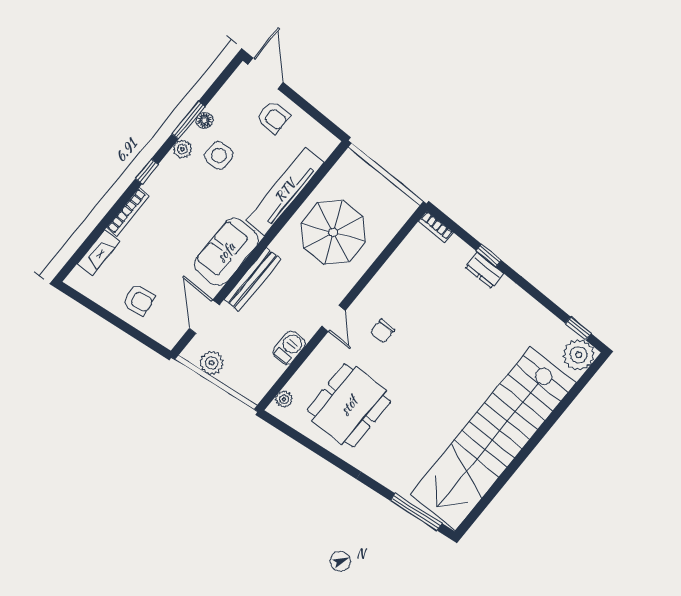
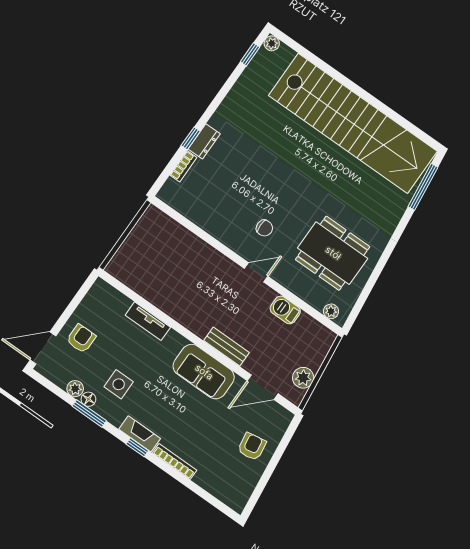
plant: (182, 149) -> (75, 389), moved
tv unit: (285, 191) -> (148, 321), width x0.52, depth x0.78
bookcase: (436, 227) -> (183, 166), moved
parasol: (333, 232) -> (180, 278), removed
fireplace: (98, 253) -> (140, 434), moved
bench: (253, 279) -> (226, 347), width x0.73
plant: (579, 355) -> (272, 43), width x0.53, depth x0.53

